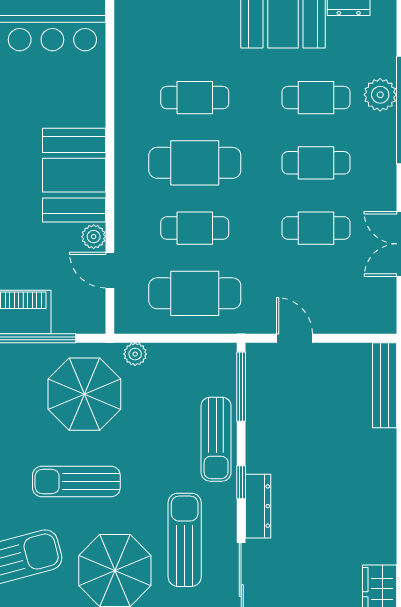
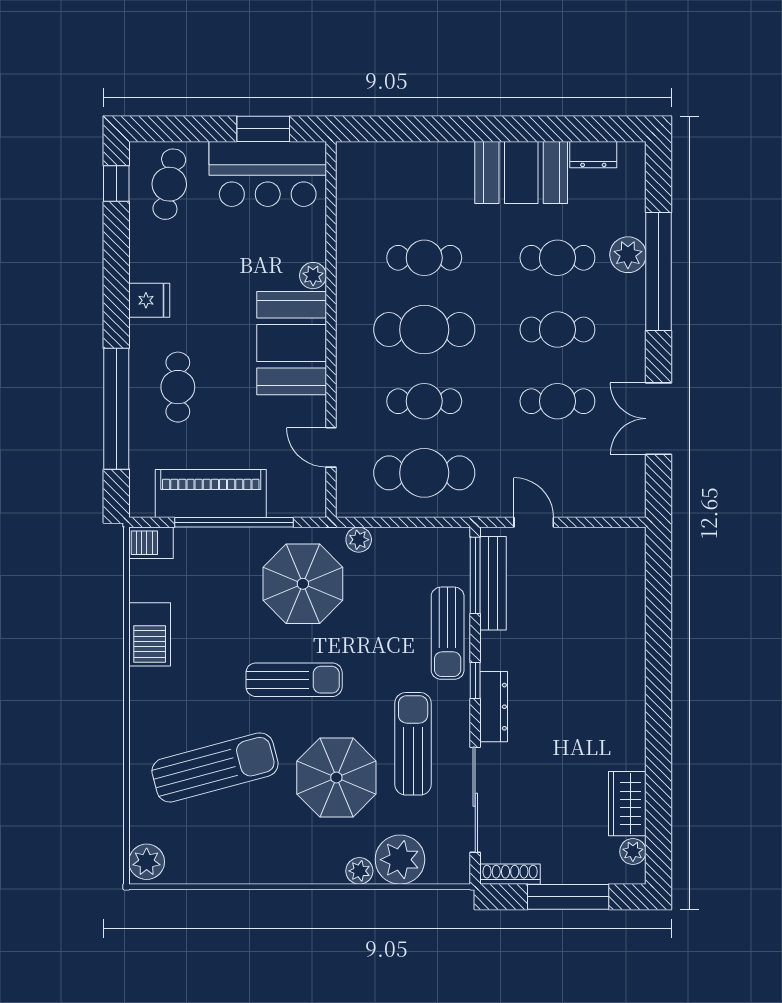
plant: (94, 237) -> (313, 276), moved
bench: (385, 385) -> (493, 583), moved
sun lounger: (76, 481) -> (294, 680), turned 180

